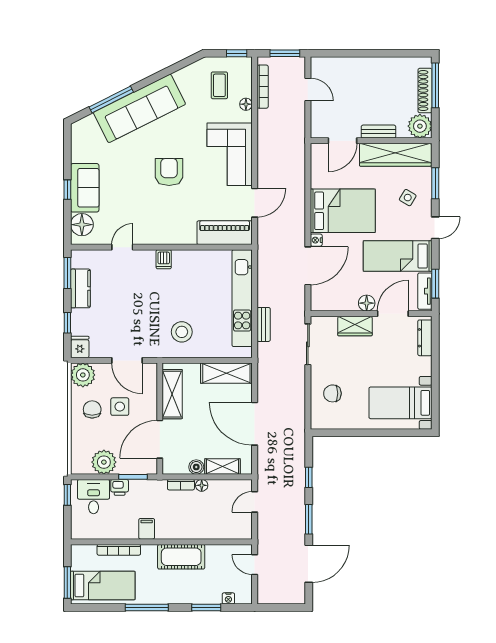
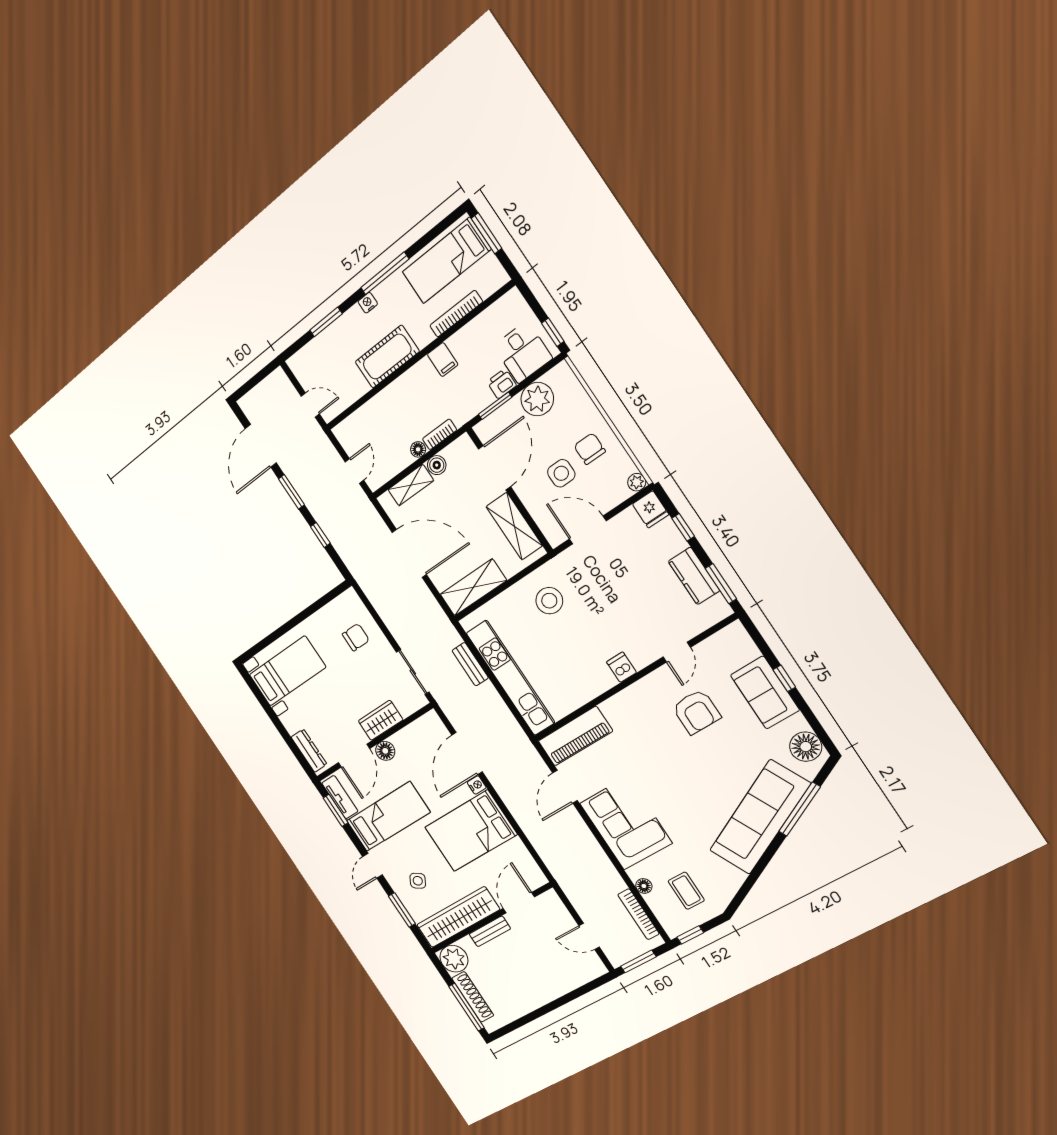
armchair: (169, 172) -> (696, 712), moved
floor lamp: (82, 225) -> (806, 747), moved
plant: (83, 375) -> (637, 482), width x0.53, depth x0.53
chair: (92, 409) -> (590, 449), turned 180
nightstand: (228, 598) -> (368, 303), moved

